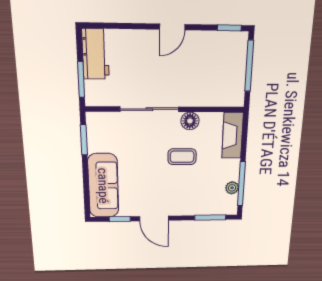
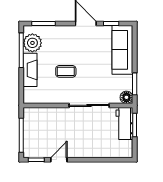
door: (172, 27) -> (59, 160), moved
workbench: (96, 54) -> (124, 123), moved
floor lamp: (190, 121) -> (126, 97), moved
fireplace: (233, 135) -> (30, 70), moved
plant: (232, 188) -> (32, 43), width x1.88, depth x1.88

